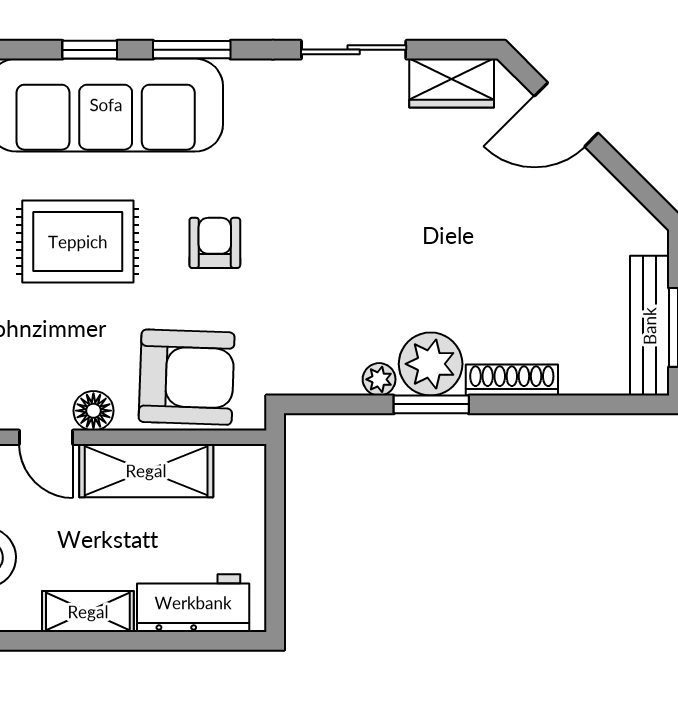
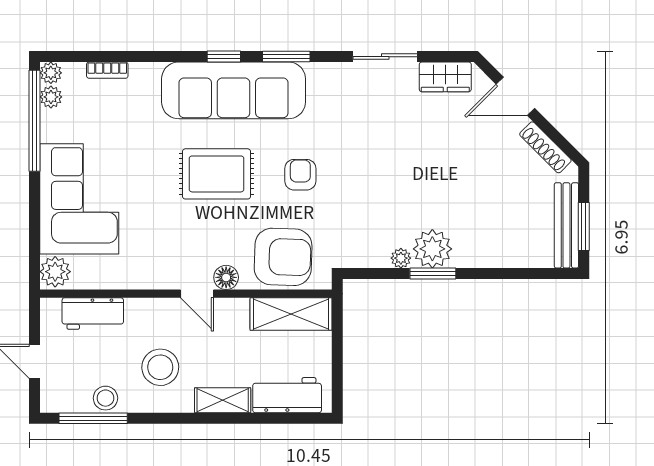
shoe rack: (512, 380) -> (545, 147), moved, turned -135
shelving: (146, 471) -> (291, 314), moved

